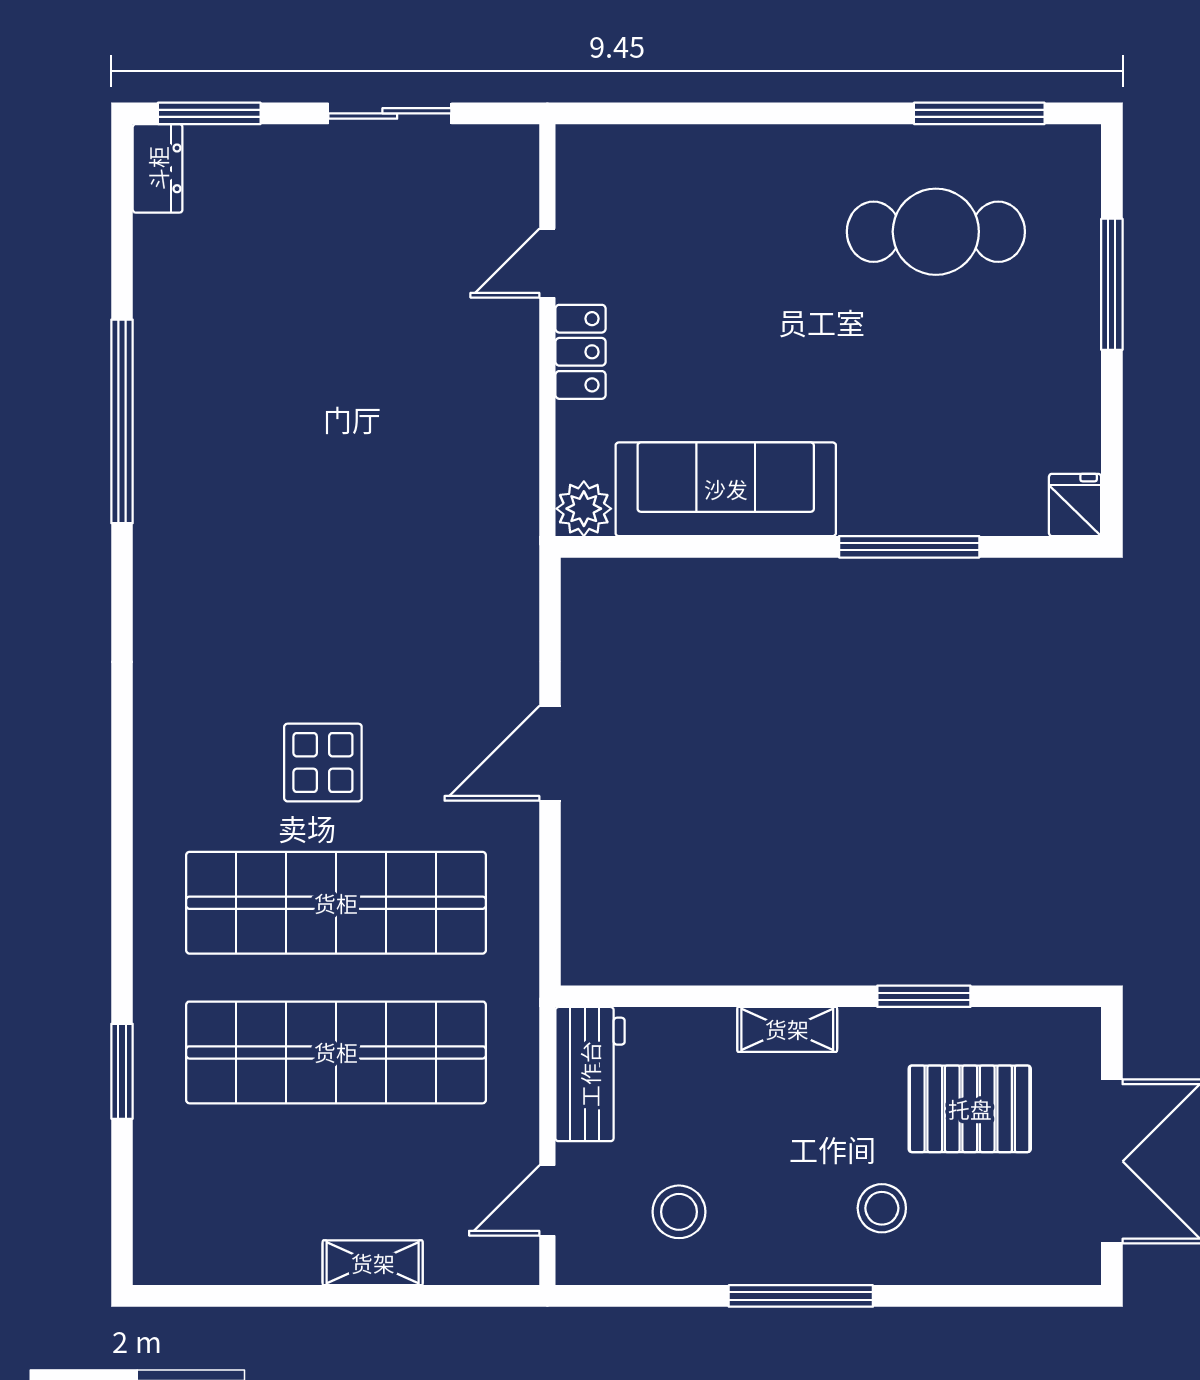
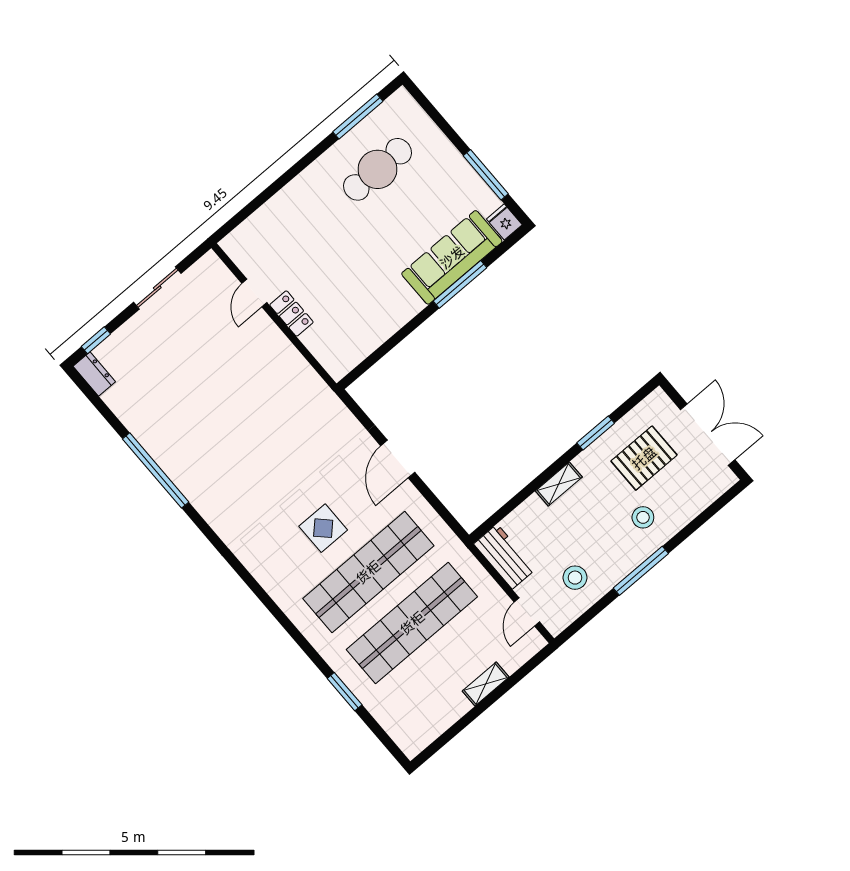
window: (209, 113) -> (96, 340), width x0.67
window: (1112, 284) -> (486, 175), moved
sofa: (726, 489) -> (452, 257), moved
plant: (584, 509) -> (338, 366), removed

